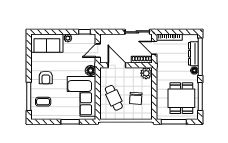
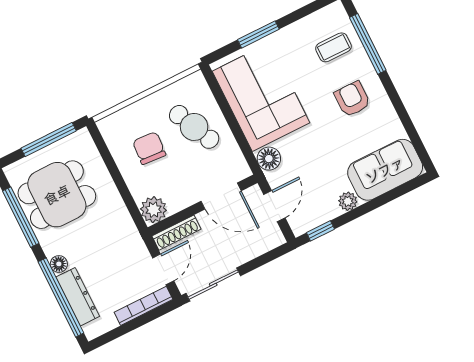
door: (154, 48) -> (163, 269), hinge flipped
dining table: (181, 98) -> (57, 195), turned 90

